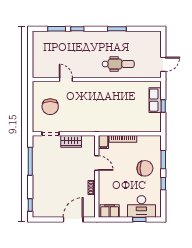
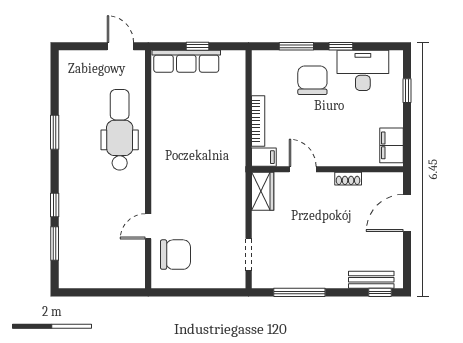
dental chair: (118, 64) -> (120, 130), width x1.36, depth x1.38
row of seats: (155, 100) -> (186, 61), width x1.48
chair: (50, 107) -> (175, 255), moved
wardrobe: (71, 141) -> (263, 191), moved
door: (97, 163) -> (303, 169), hinge flipped
bench: (37, 200) -> (371, 280), added
desk: (141, 206) -> (363, 70), moved, turned -90
door: (73, 220) -> (407, 213), hinge flipped

